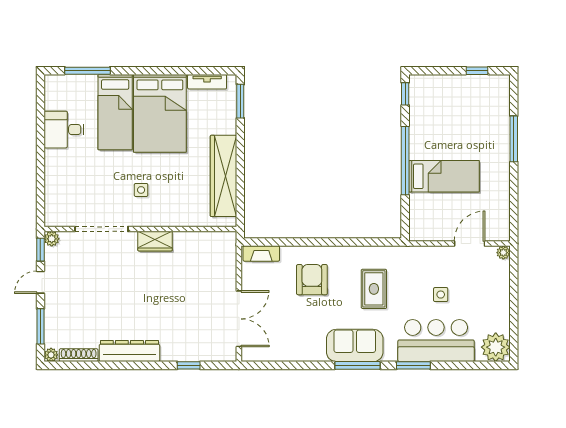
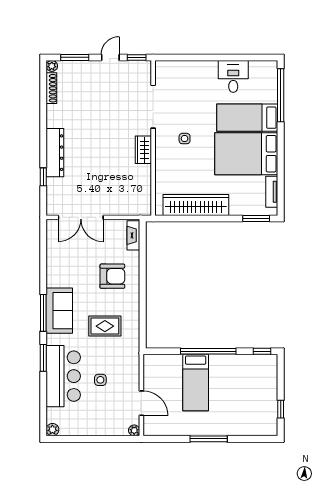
window: (87, 71) -> (281, 95), width x1.46
window: (514, 139) -> (209, 439), moved
plant: (52, 239) -> (145, 67), removed
door: (40, 282) -> (110, 57), hinge flipped
plant: (496, 347) -> (52, 430), width x0.53, depth x0.53
dresser: (129, 351) -> (55, 153), moved

